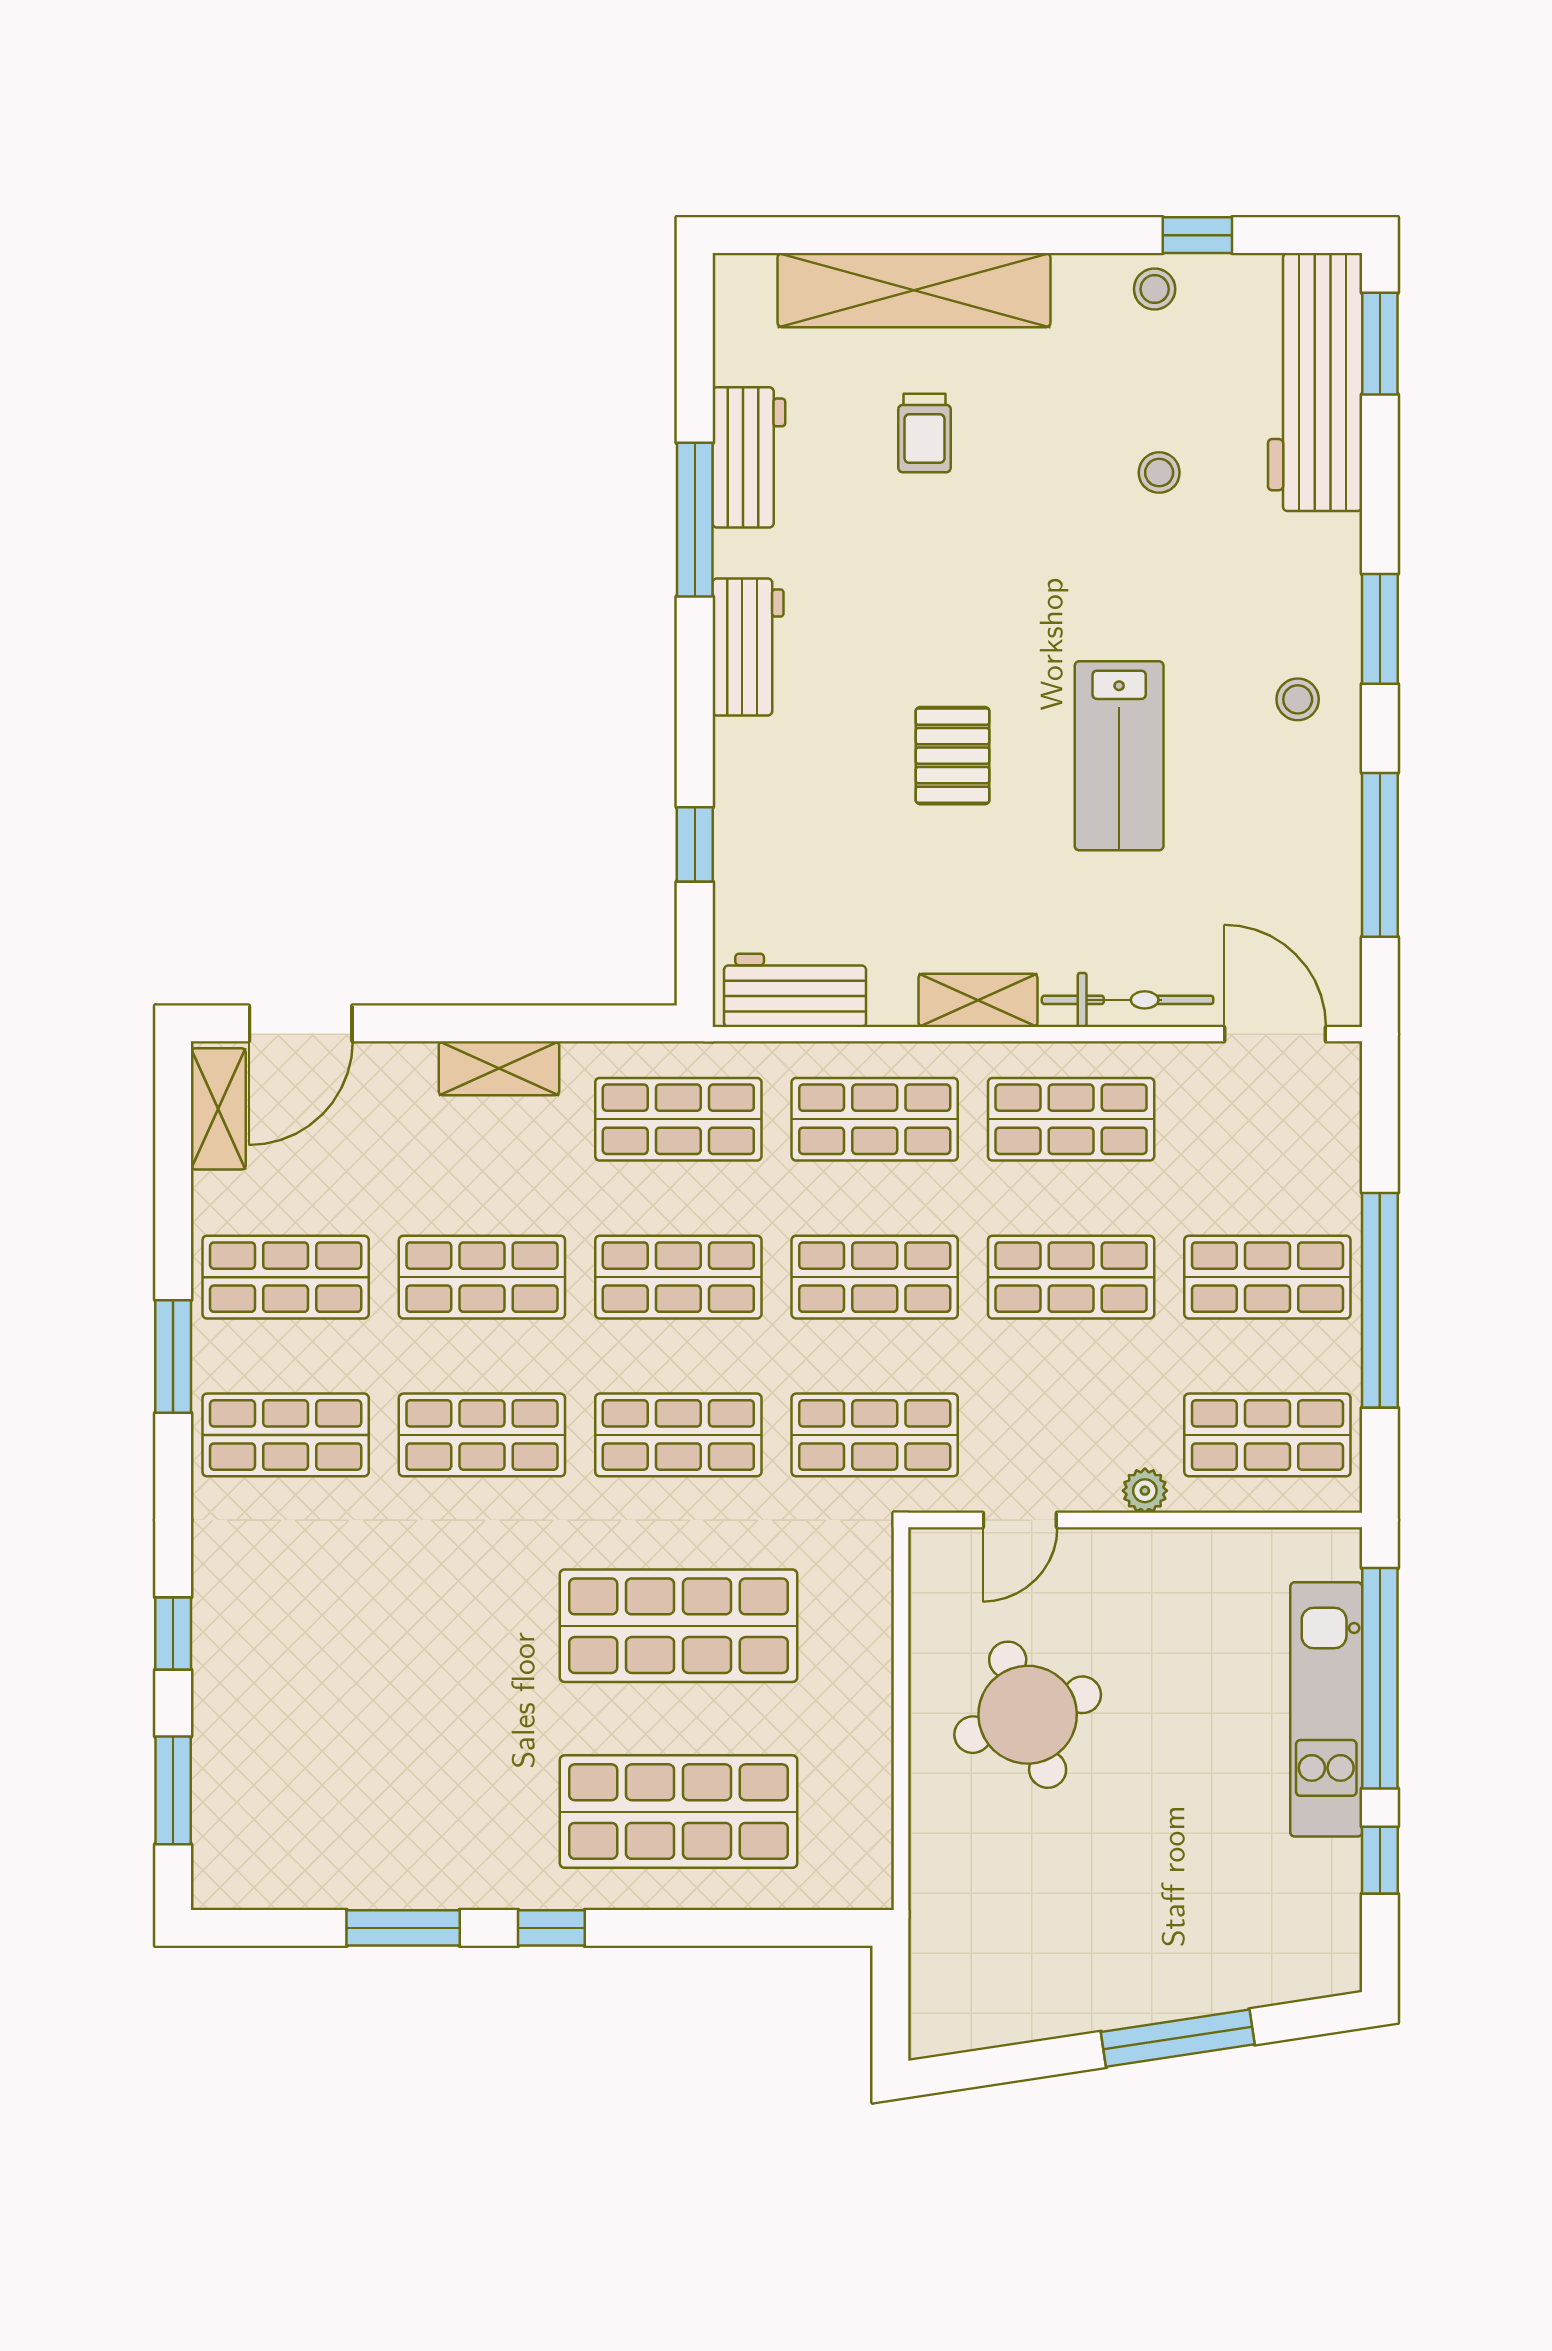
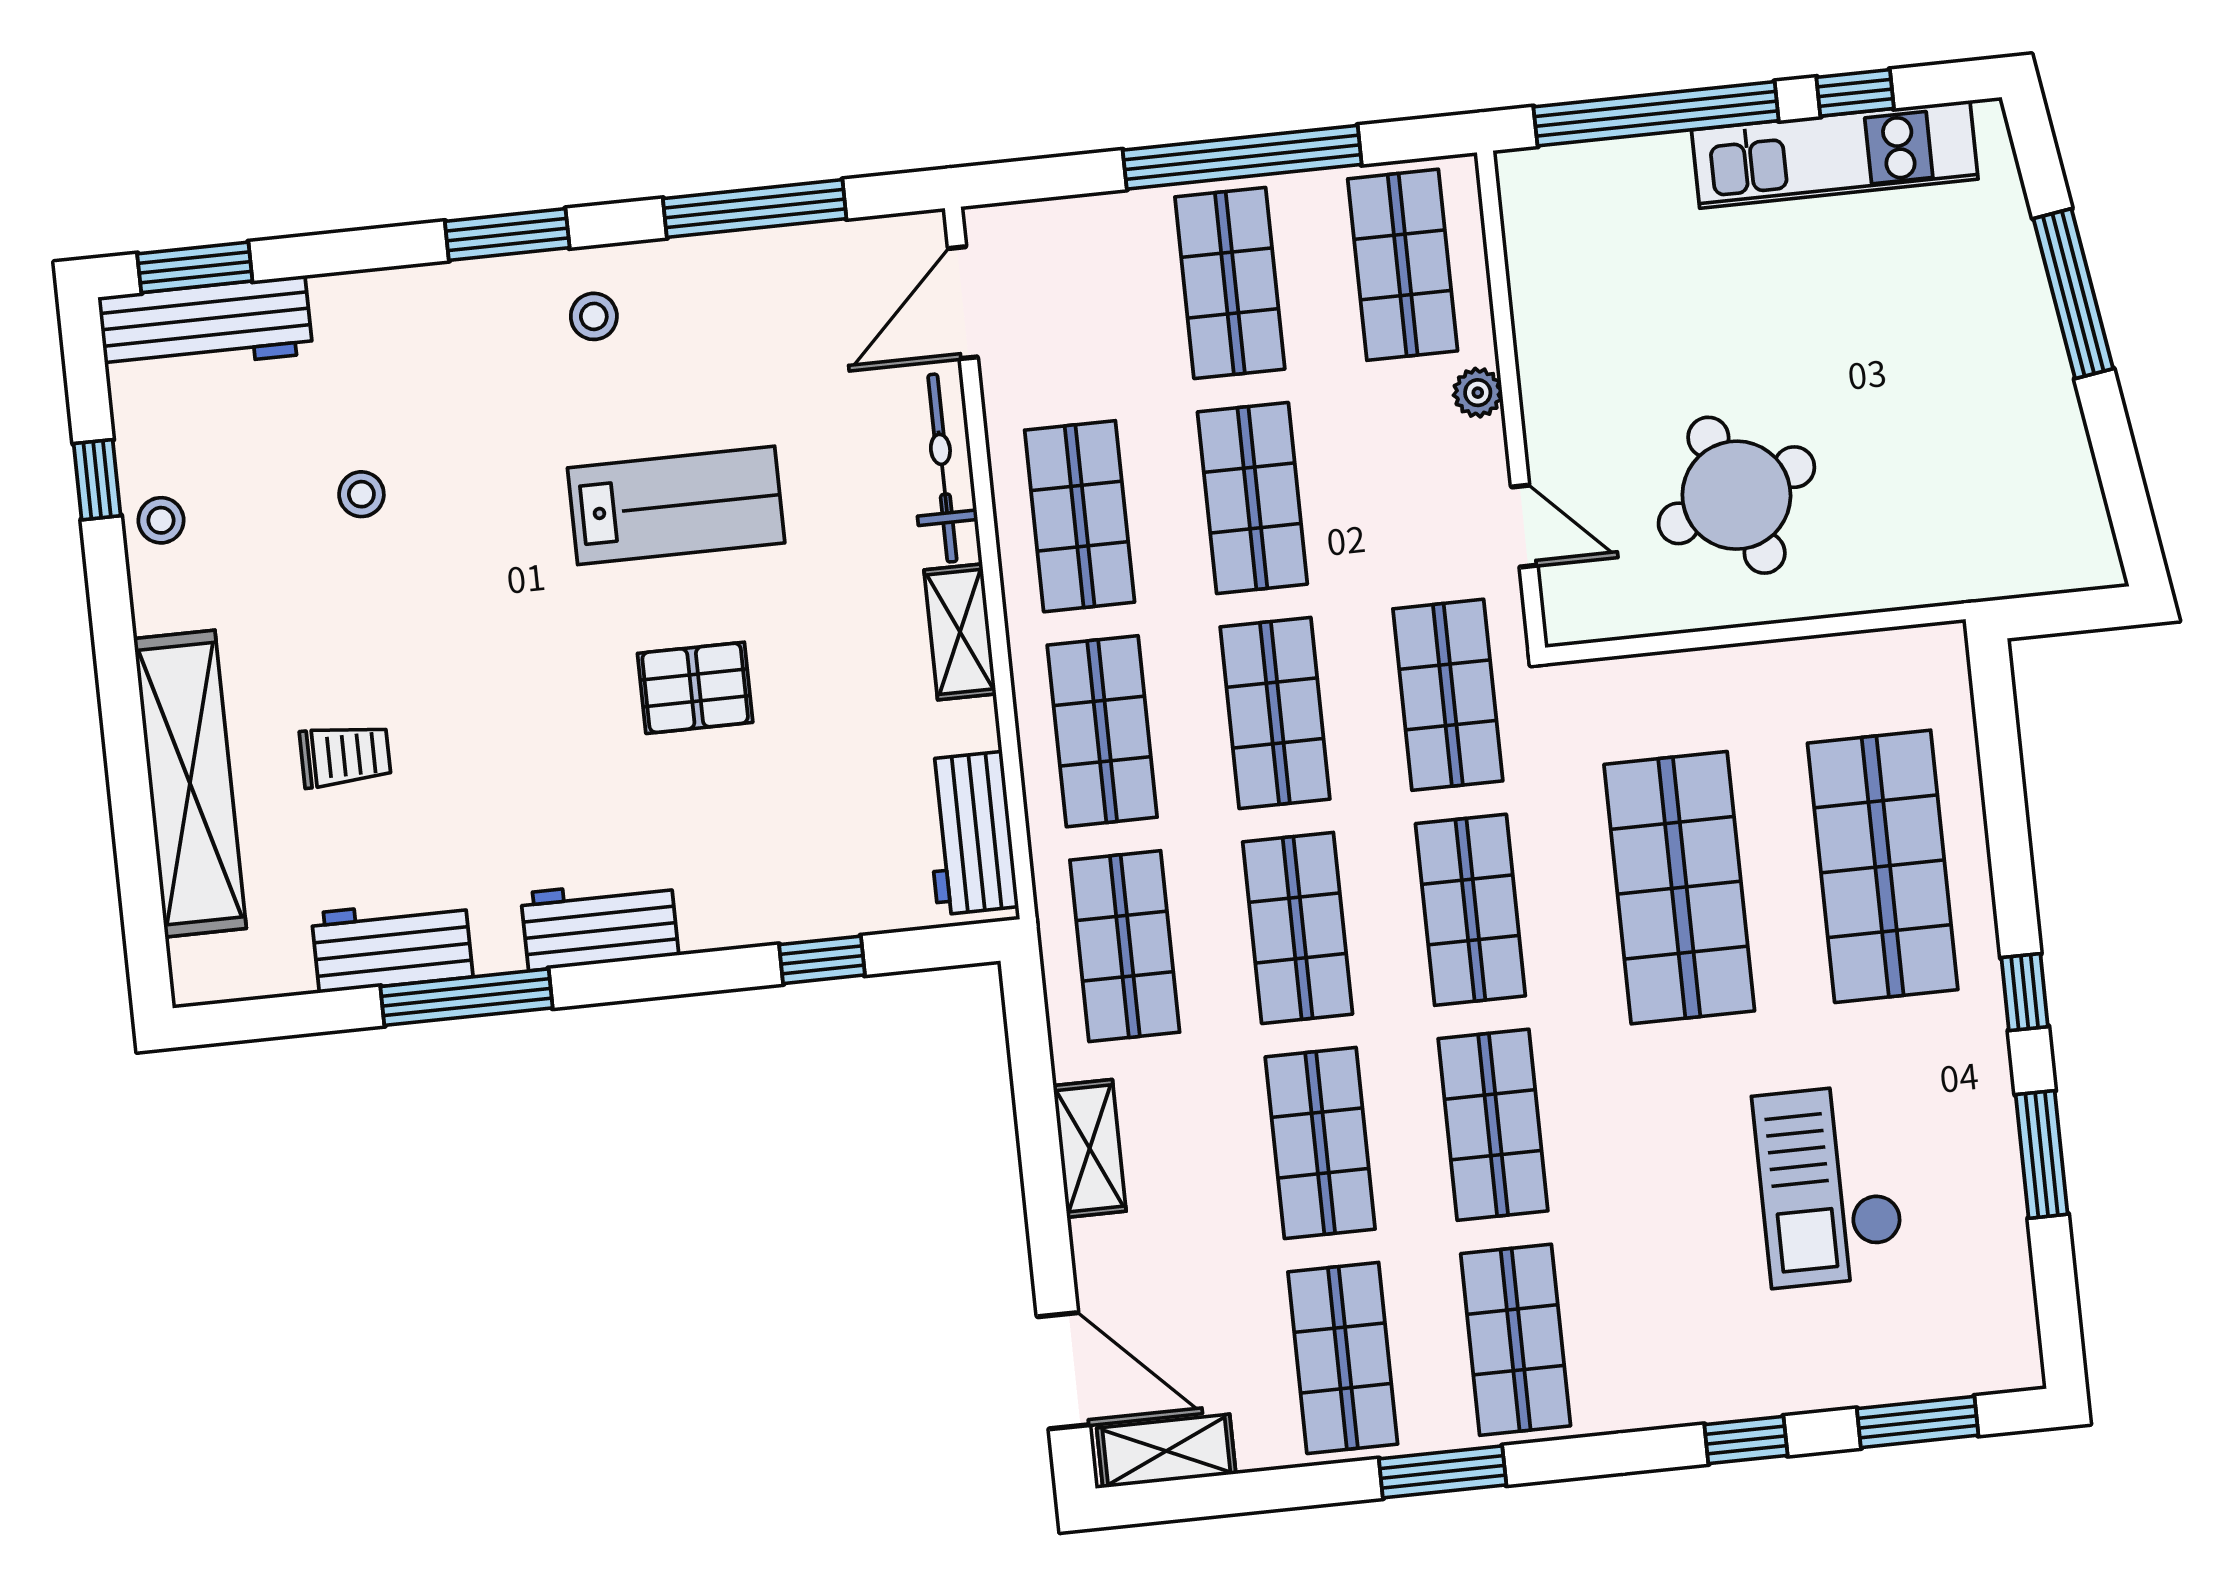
workbench: (1315, 382) -> (205, 325), width x0.73, depth x0.76
kitchen unit: (1326, 1709) -> (1835, 154), moved
checkout: (395, 1733) -> (1829, 1185), added

